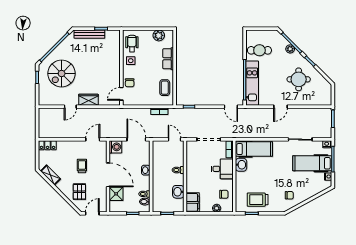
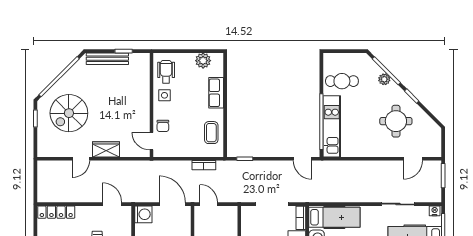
door: (121, 94) -> (151, 141), hinge flipped
door: (280, 107) -> (413, 159), moved
door: (93, 139) -> (112, 204), hinge flipped
door: (175, 139) -> (209, 204), moved
locker: (48, 145) -> (56, 212), width x1.53

